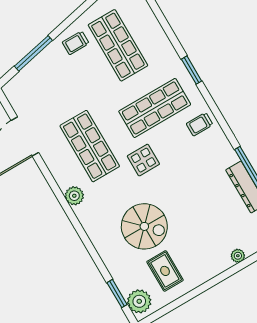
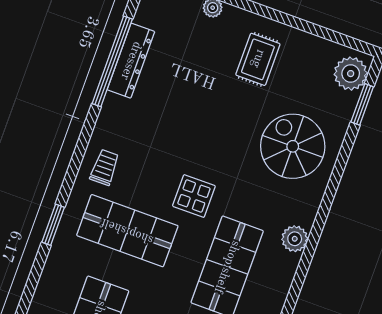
trolley: (200, 124) -> (105, 167), turned -90
spiral stairs: (144, 226) -> (293, 146), moved
rug: (165, 271) -> (258, 59), moved

